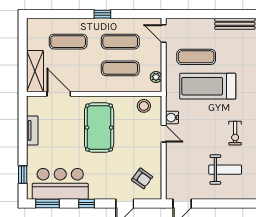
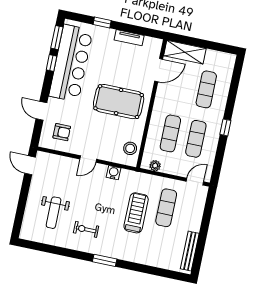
treadmill: (208, 86) -> (136, 213), width x0.73, depth x0.73
door: (164, 134) -> (88, 159), moved
window: (23, 175) -> (102, 22), moved
armchair: (142, 178) -> (62, 132), turned -126
bar counter: (60, 184) -> (71, 63), width x1.36
window: (86, 203) -> (52, 63), moved

